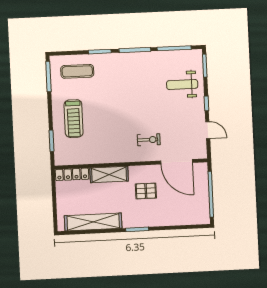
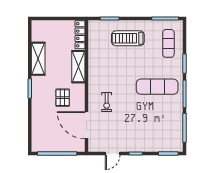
exercise mat: (128, 82) -> (157, 87), added
weight bench: (182, 84) -> (153, 133), removed
door: (177, 162) -> (86, 125), hinge flipped
shelving: (93, 222) -> (38, 59), width x0.68

